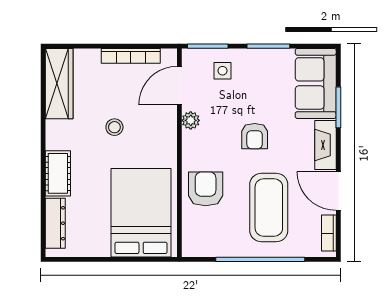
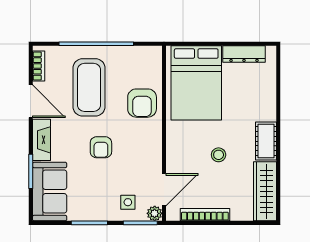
plant: (191, 120) -> (155, 213), moved
armchair: (255, 136) -> (101, 147), turned 180
cot: (58, 173) -> (266, 141), moved
dresser: (55, 223) -> (244, 54), moved, turned -90

